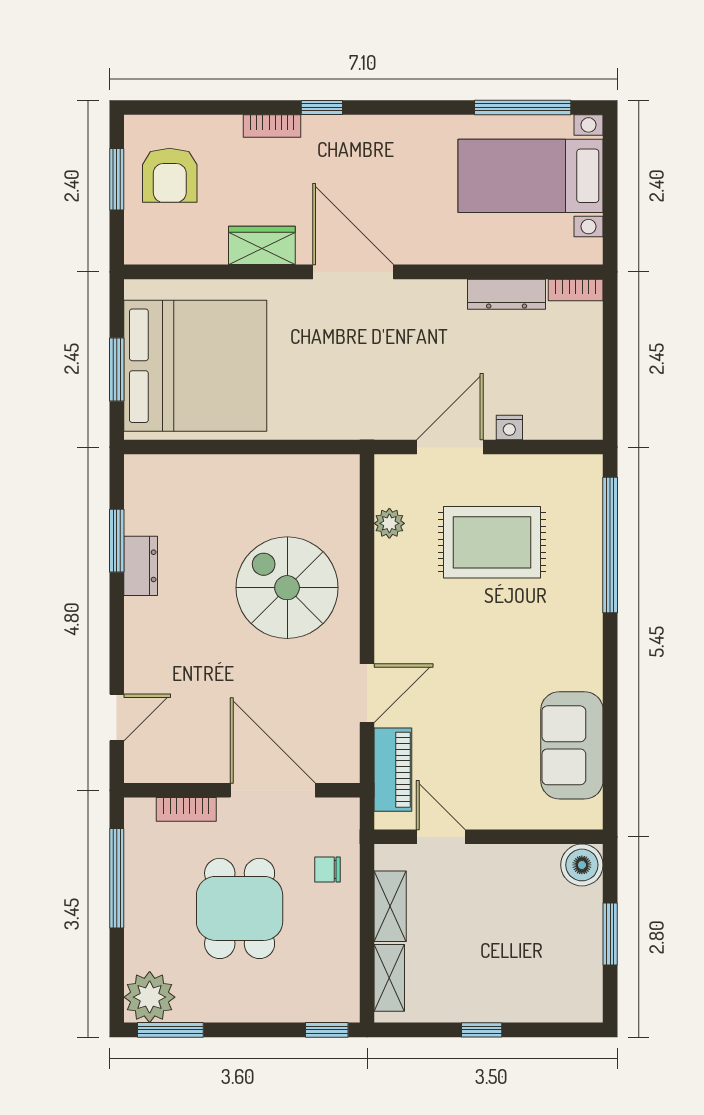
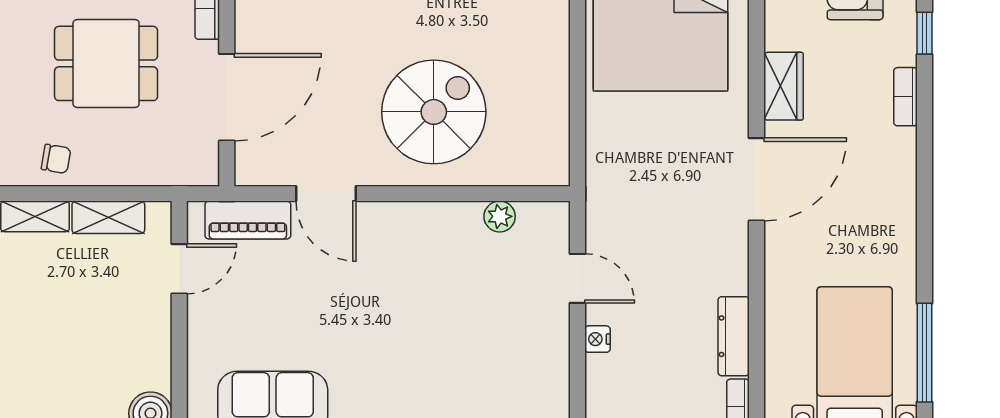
window: (322, 107) -> (924, 33), moved
door: (450, 447) -> (577, 278), width x0.73
rug: (492, 542) -> (480, 321), removed
chair: (327, 870) -> (56, 159), moved, turned 100

